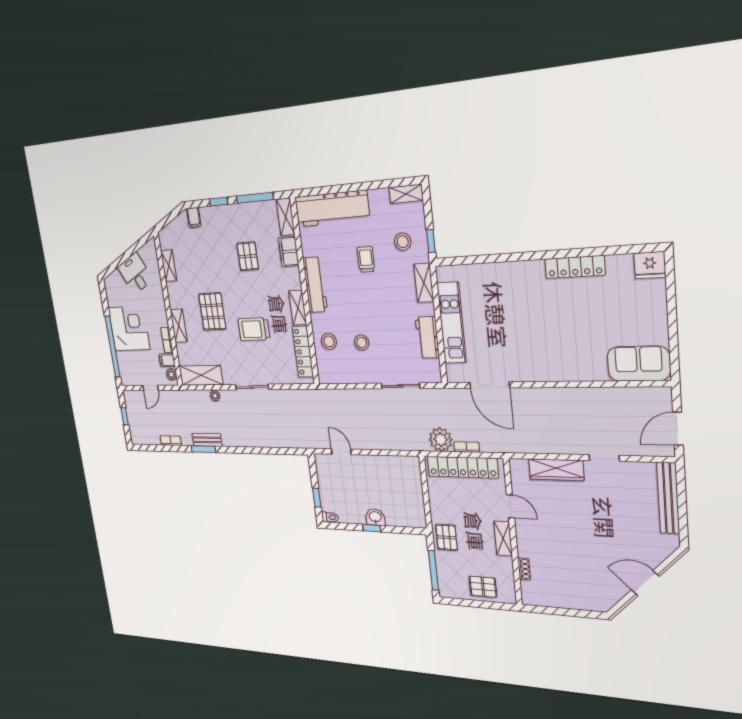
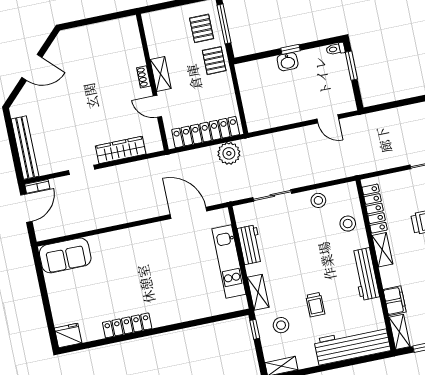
stool: (362, 343) -> (318, 200), moved
bookcase: (467, 447) -> (37, 186), moved
window: (317, 498) -> (351, 66), width x1.50
shoe rack: (524, 569) -> (144, 77), moved
pallet: (483, 587) -> (202, 28), moved, turned 90

